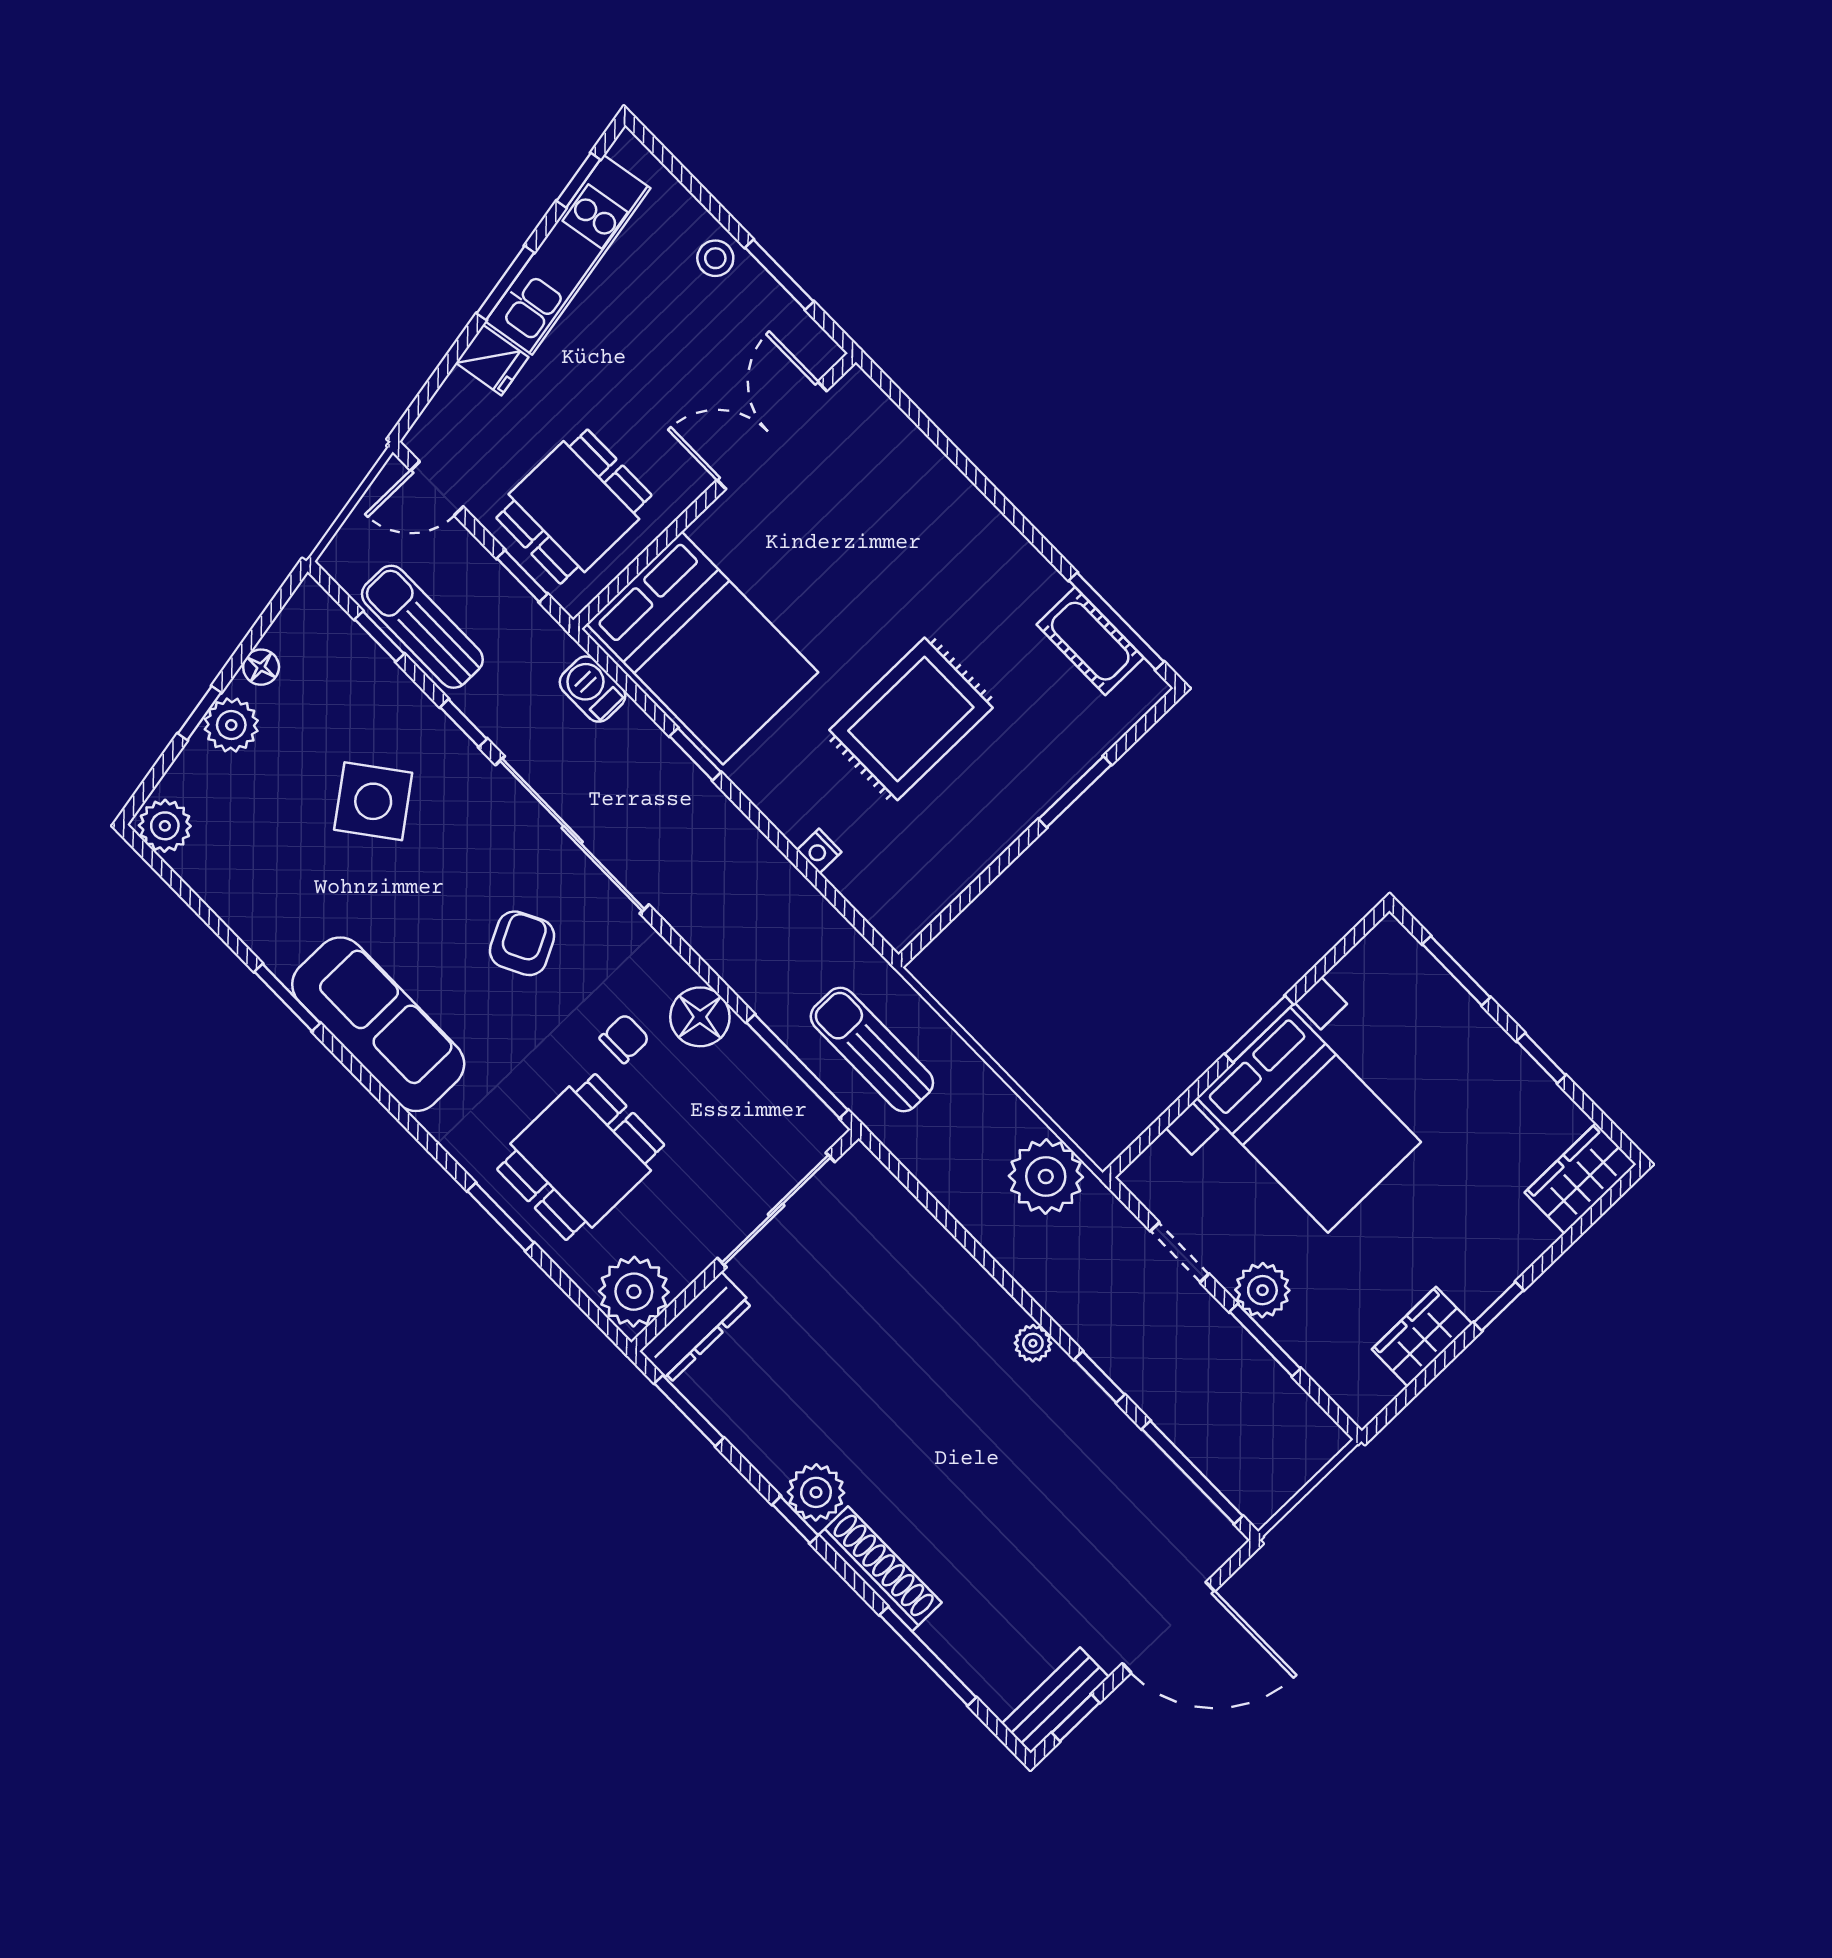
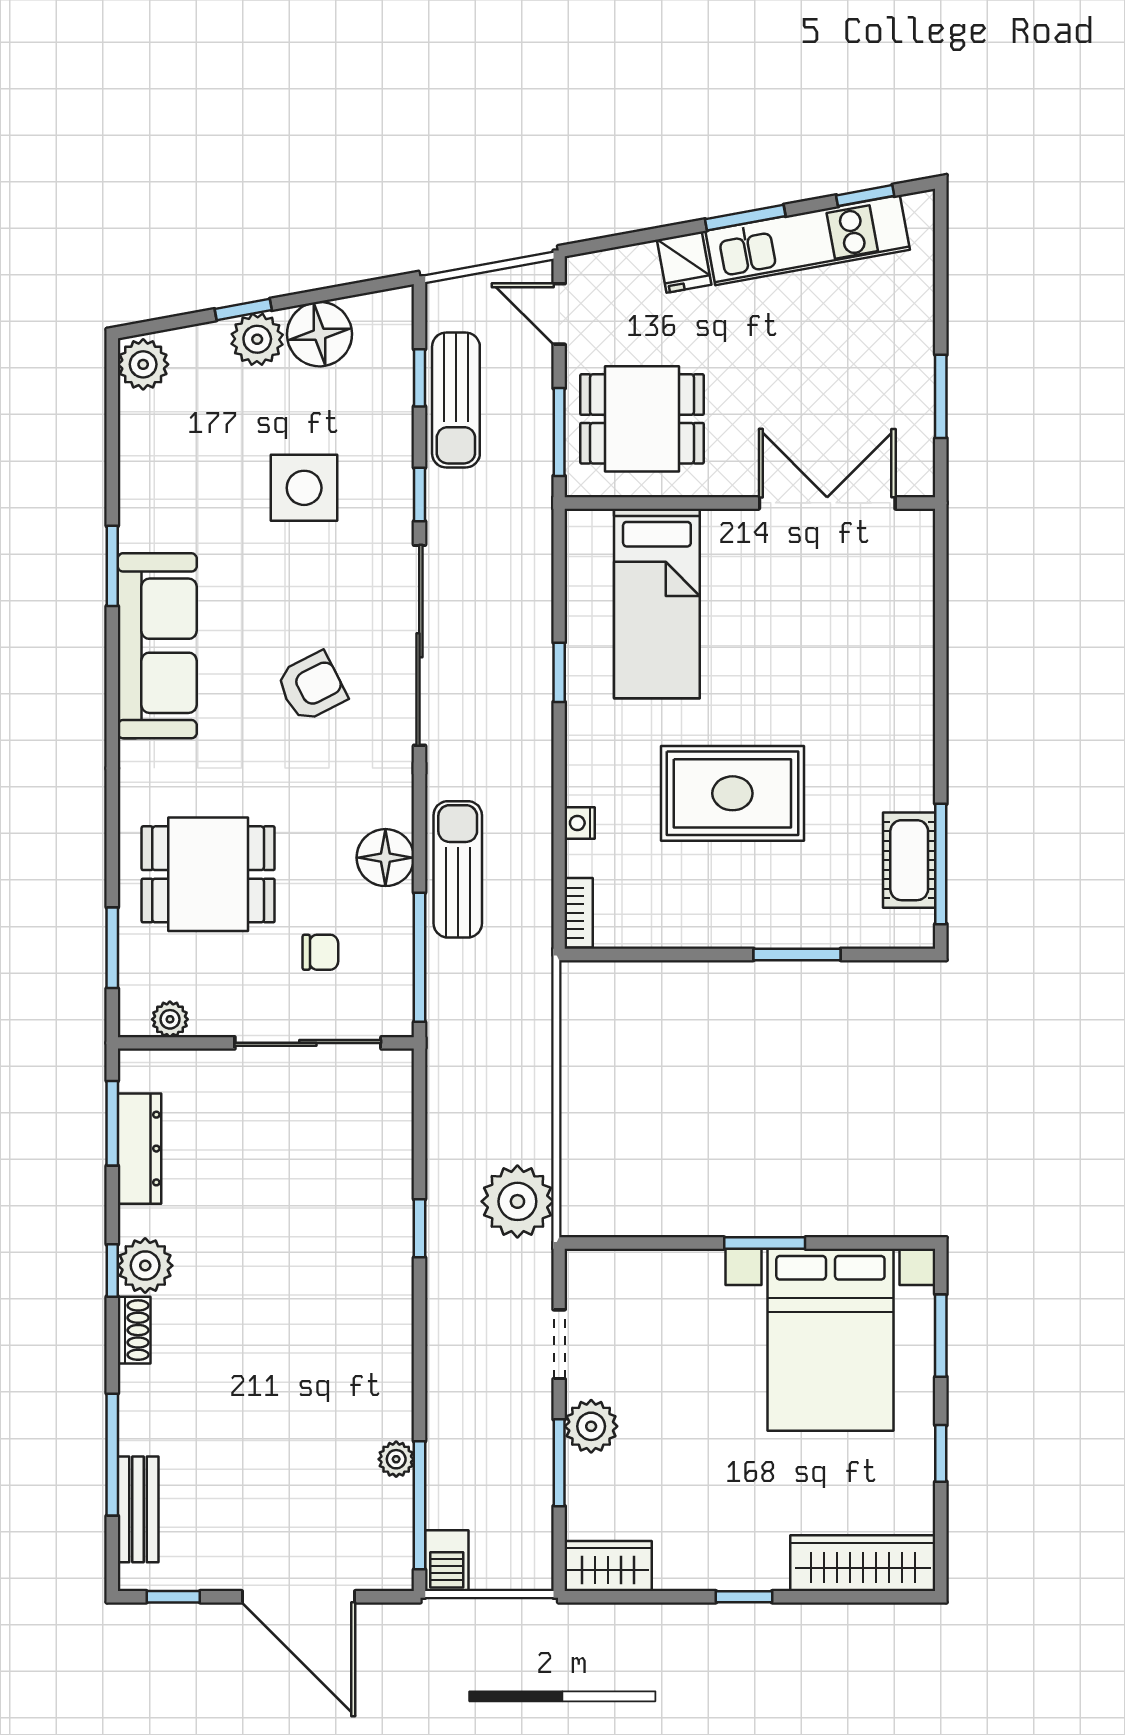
stool: (715, 258) -> (907, 342), removed
window: (522, 576) -> (559, 432), width x1.50
sun lounger: (422, 627) -> (456, 400), turned 180
bed: (702, 648) -> (657, 603), width x0.67
floor lamp: (261, 667) -> (320, 334), width x1.89, depth x1.89
barbecue: (592, 689) -> (447, 1561), moved, turned 180
side table: (373, 801) -> (304, 488), turned 37
bookcase: (883, 918) -> (579, 913), added
chair: (624, 1038) -> (320, 952), moved
sun lounger: (872, 1050) -> (458, 869), moved
bed with nightstands: (1309, 1120) -> (830, 1340), moved
wardrobe: (1580, 1178) -> (863, 1563), width x1.50
window: (501, 1217) -> (112, 948), moved
plant: (634, 1292) -> (170, 1019), width x0.53, depth x0.53
dresser: (696, 1327) -> (139, 1149), moved, turned -90
wardrobe: (1422, 1337) -> (608, 1566), moved
plant: (1033, 1343) -> (396, 1459), moved
window: (1100, 1377) -> (419, 1228), moved
shoe rack: (880, 1569) -> (134, 1330), width x0.51, depth x0.81
bench: (1055, 1700) -> (138, 1509), moved, turned 90

